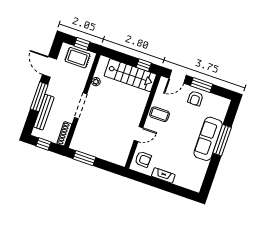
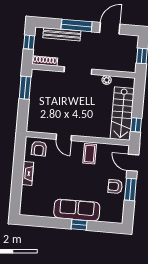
rug: (77, 58) -> (127, 55), removed
window: (222, 140) -> (79, 225), width x0.46

